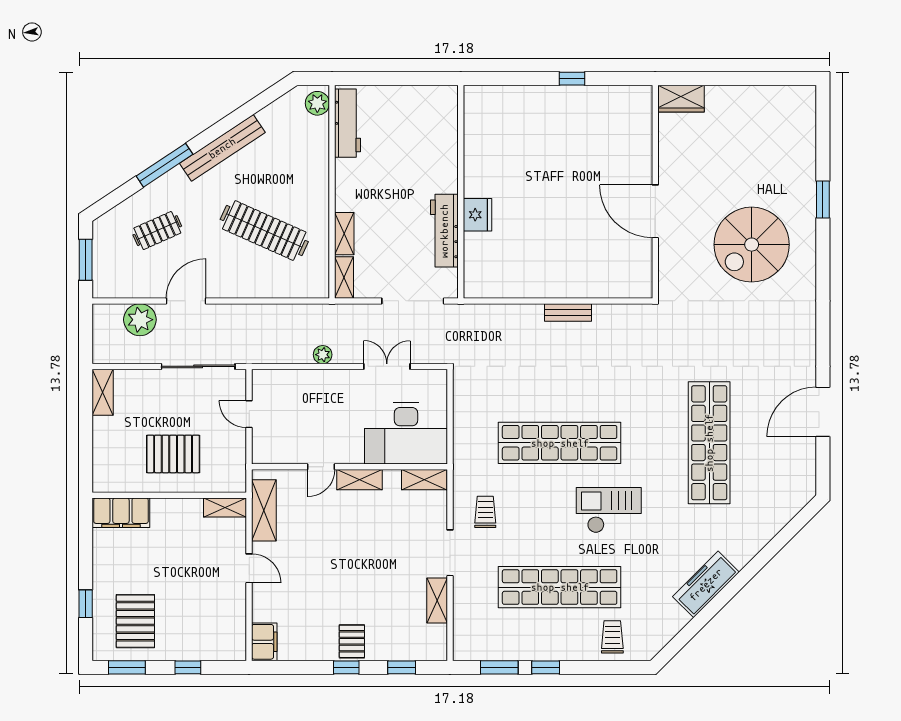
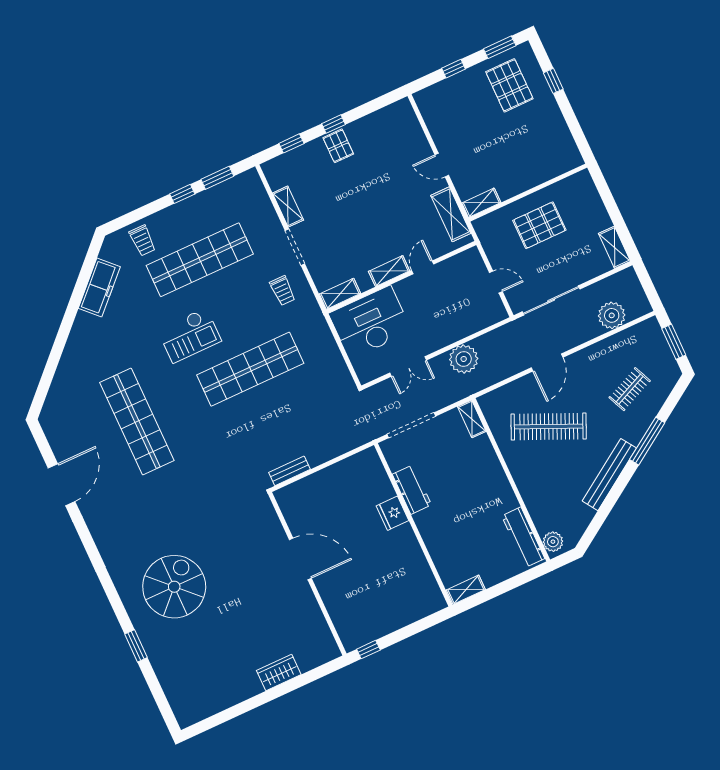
wall: (655, 192) -> (307, 574), moved
door: (655, 211) -> (300, 559), moved
workbench: (444, 231) -> (412, 490), width x0.73
shelving: (344, 234) -> (466, 590), moved, turned 90
door: (186, 301) -> (547, 363), moved
plant: (323, 355) -> (464, 359), width x1.88, depth x1.88
filing cabinet: (121, 513) -> (558, 162), removed
freezer: (706, 584) -> (99, 287), moved
filing cabinet: (264, 642) -> (405, 115), removed

